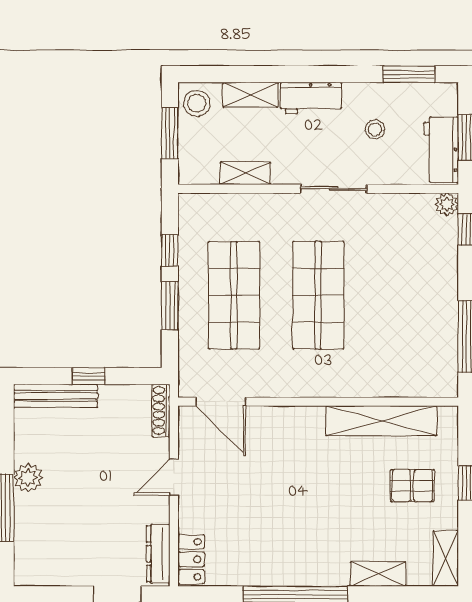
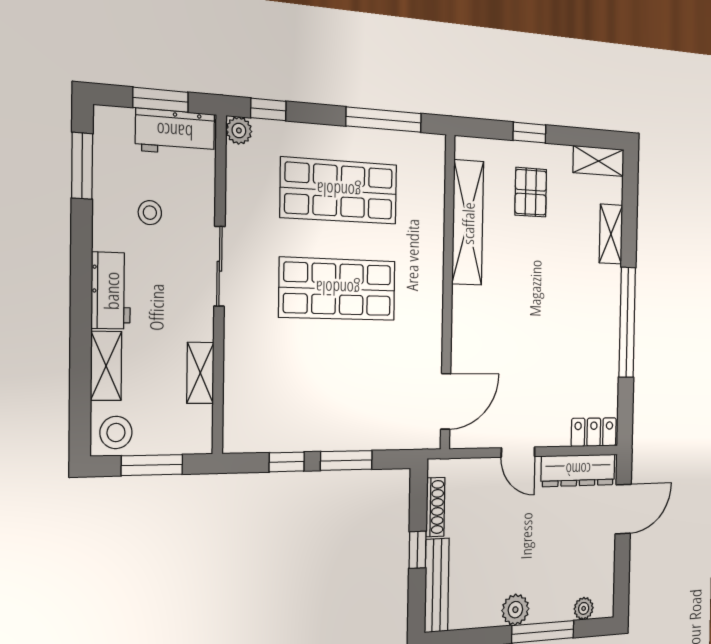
shop shelf: (234, 295) -> (339, 191), moved
shoe rack: (161, 411) -> (435, 507), moved, turned -90
plant: (24, 552) -> (584, 608), added
dresser: (158, 554) -> (578, 470), width x1.37, depth x1.24

